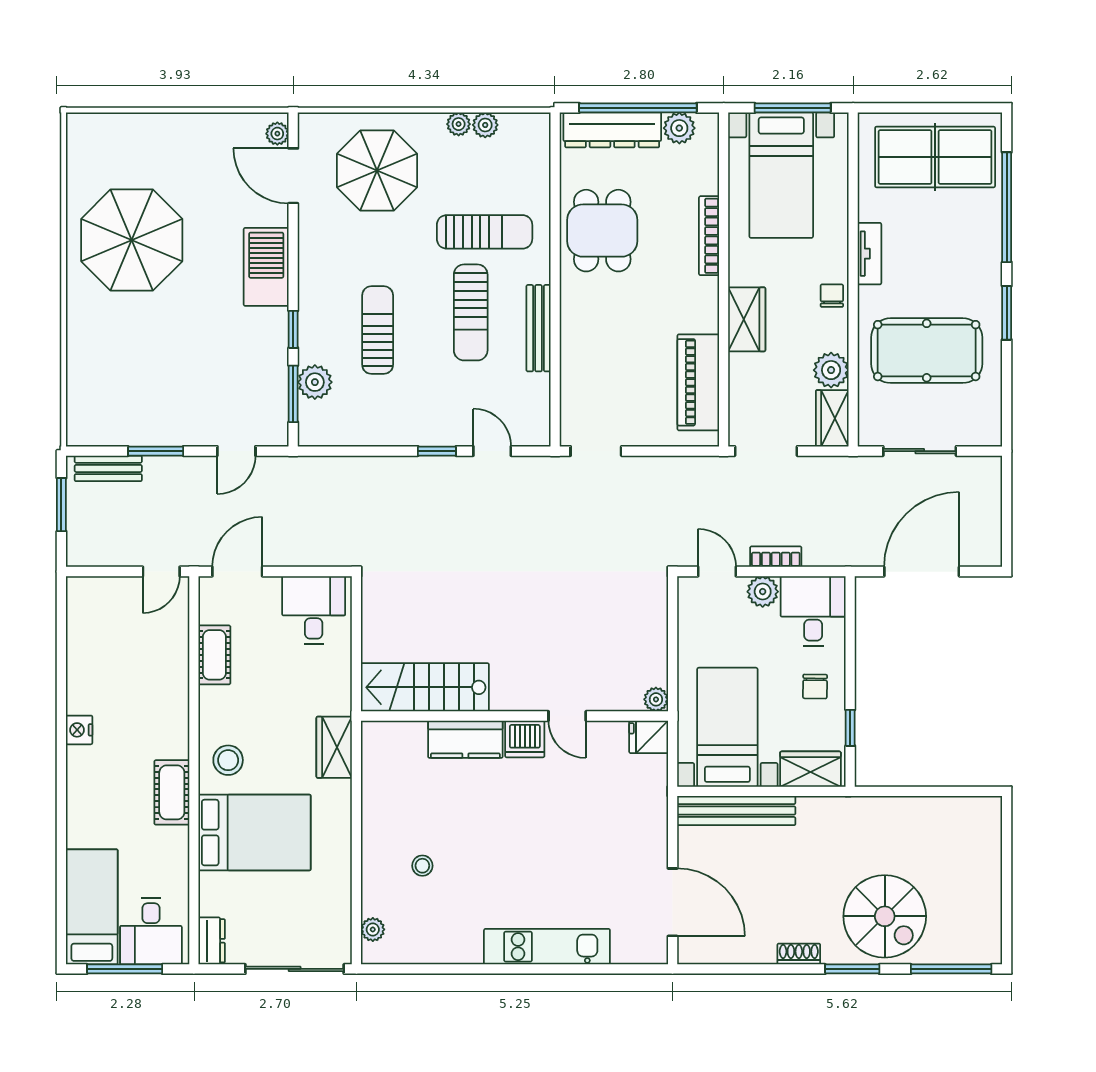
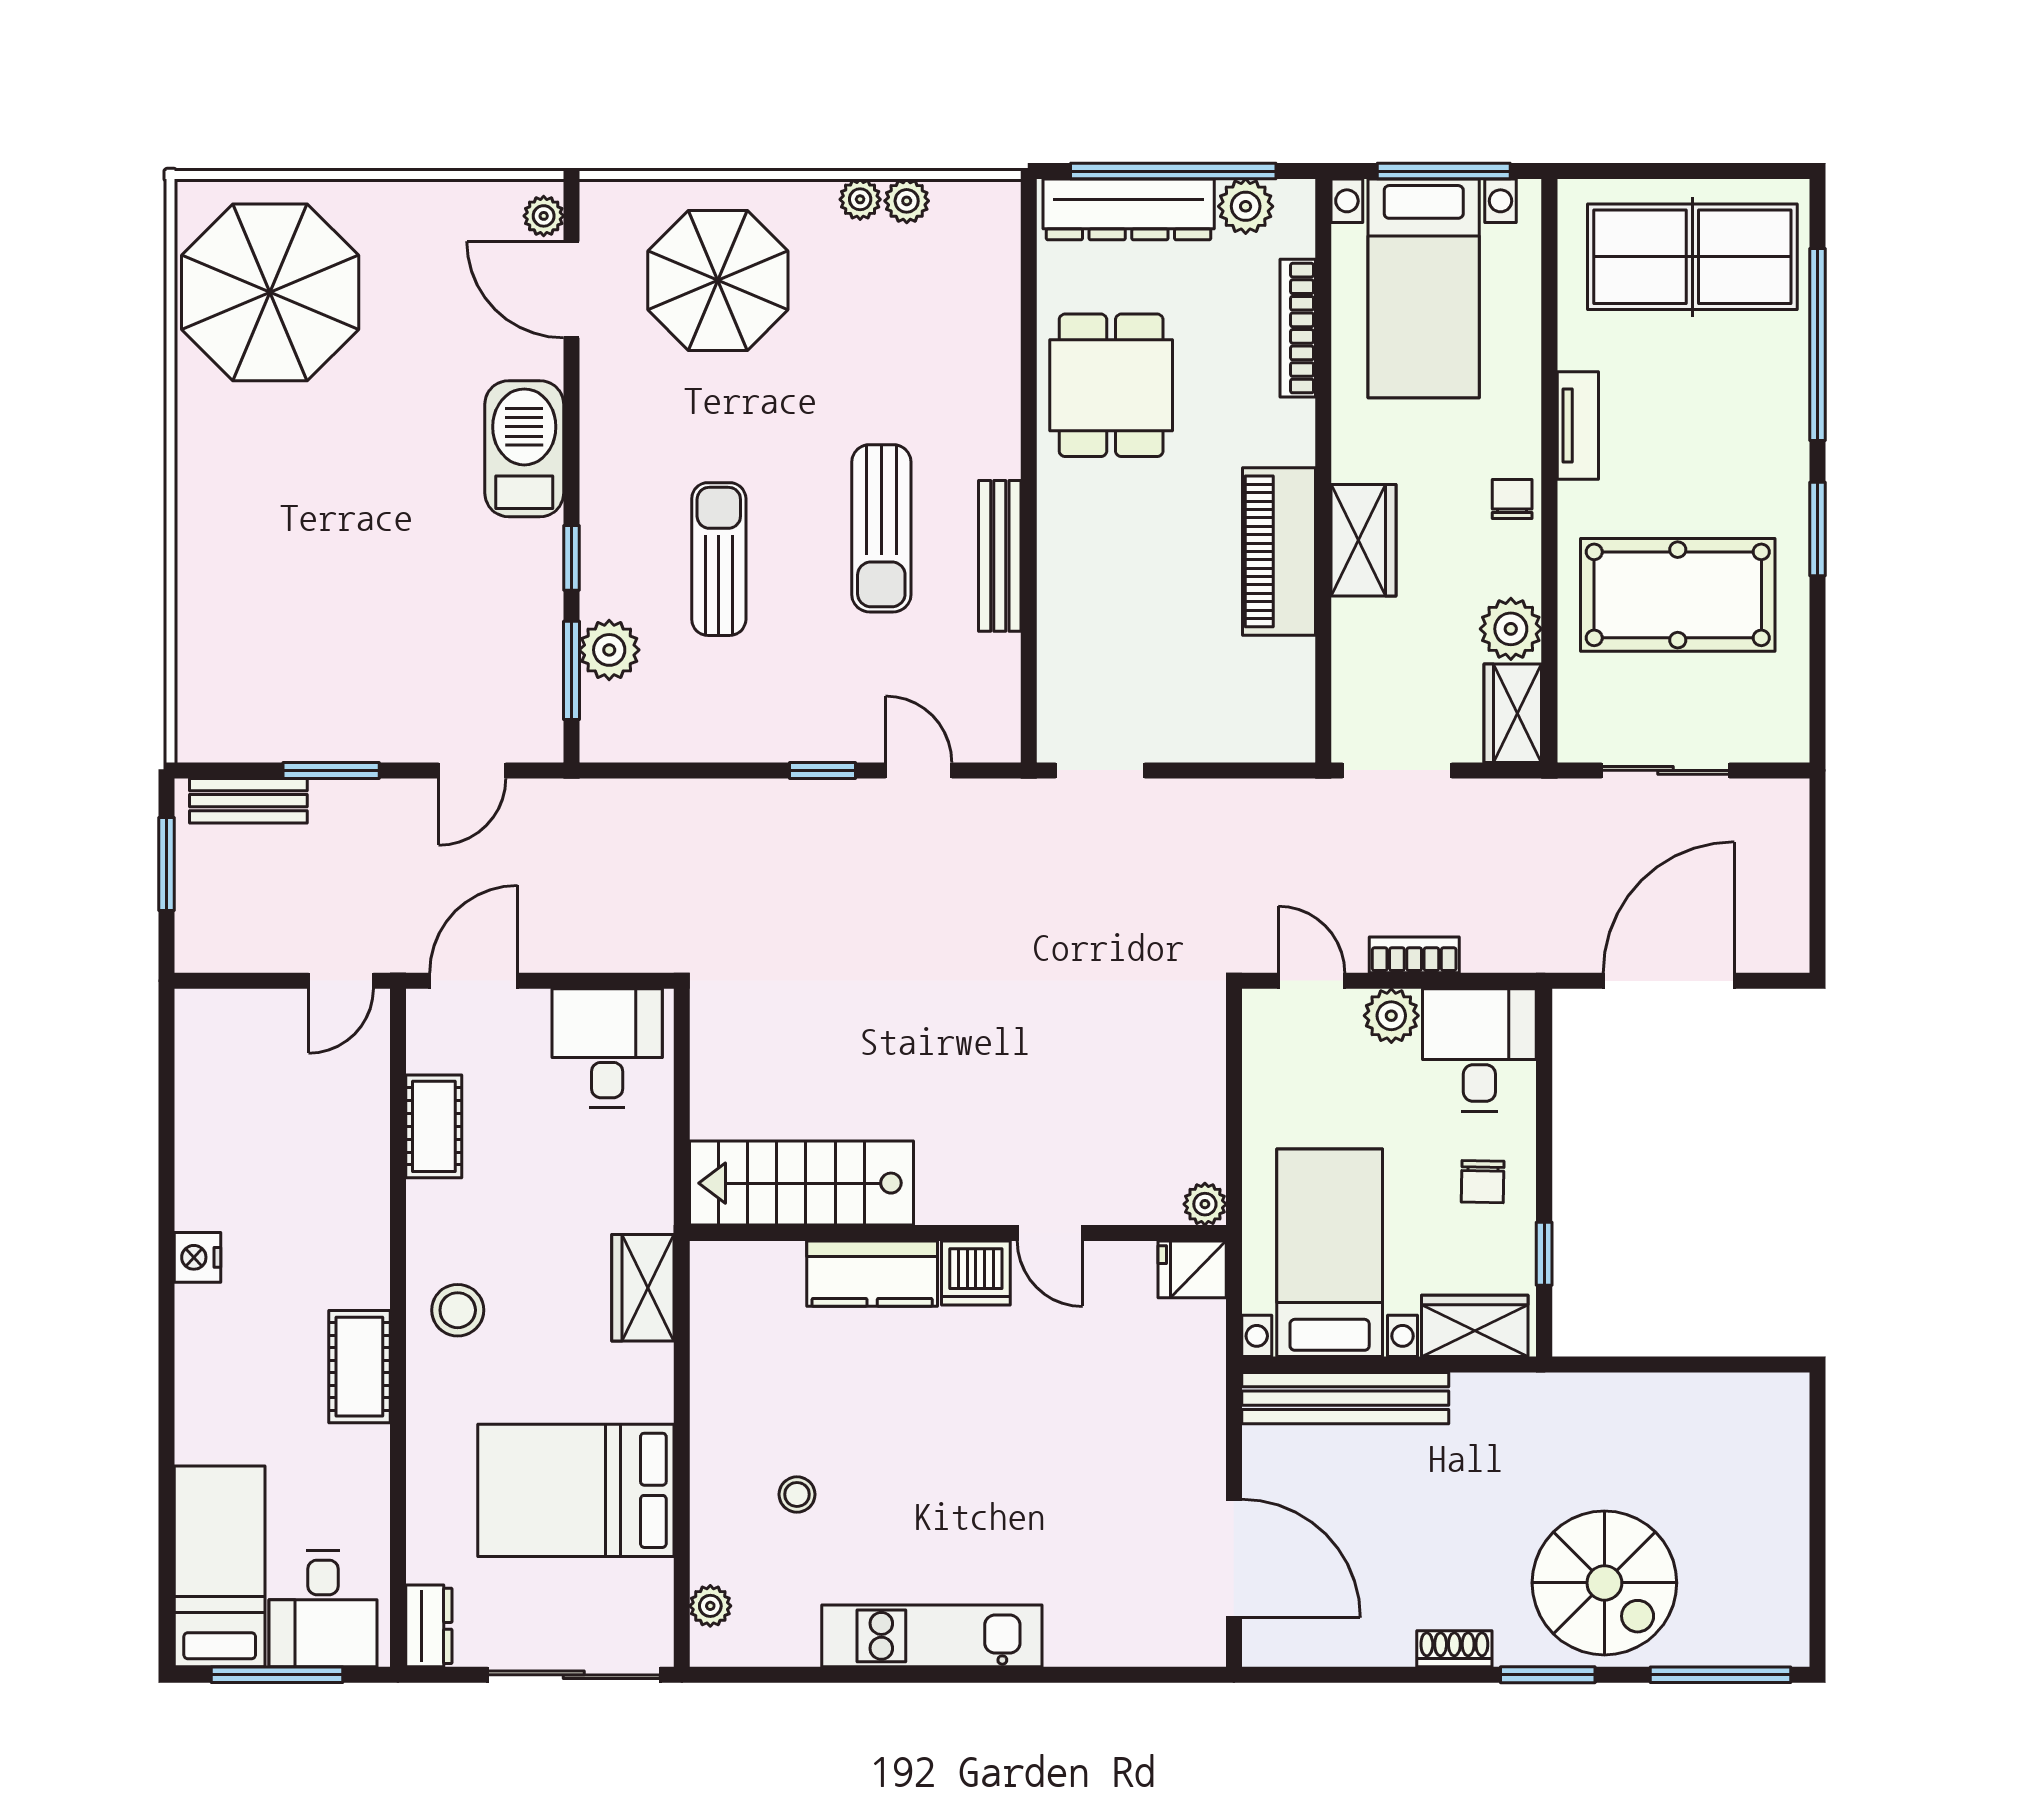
sun lounger: (485, 232) -> (906, 388), removed
bookcase: (709, 236) -> (1298, 328), moved
parasol: (132, 240) -> (270, 292), moved
piano: (698, 382) -> (1279, 551), moved
bed: (255, 833) -> (576, 1490), moved, turned 180
kitchen unit: (547, 947) -> (932, 1636), moved

